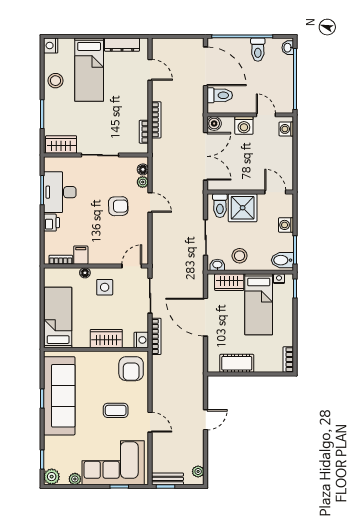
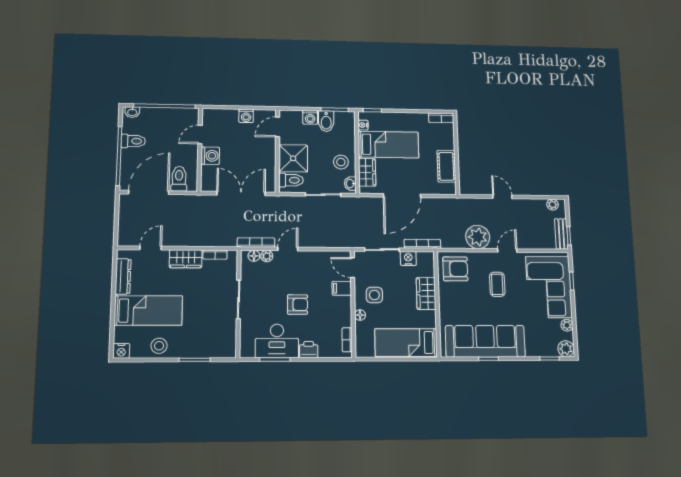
bookcase: (156, 120) -> (256, 242), moved
boiler: (214, 124) -> (208, 185), removed
washing machine: (286, 129) -> (246, 116), moved
wardrobe: (61, 145) -> (186, 259), moved, turned -90
armchair: (118, 206) -> (298, 304), moved, turned 92
filing cabinet: (81, 255) -> (342, 288), moved
bidet: (282, 260) -> (326, 121), moved
nightstand: (141, 340) -> (408, 258), moved
plant: (164, 393) -> (478, 237), added

